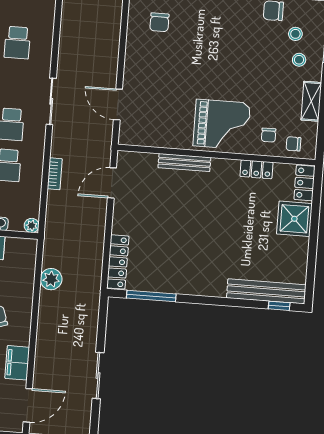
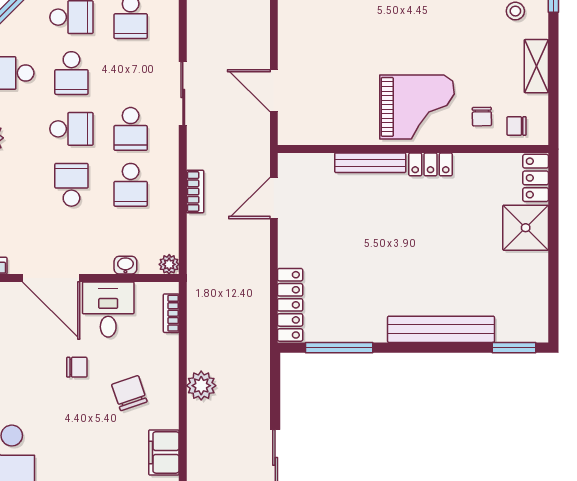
locker: (256, 169) -> (430, 164), moved
bookcase: (30, 261) -> (171, 313), added
plant: (51, 279) -> (201, 386), moved
bench: (266, 291) -> (441, 329), moved
window: (279, 306) -> (514, 348), width x1.50

